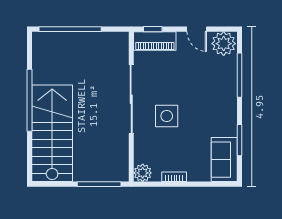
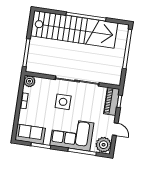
door: (197, 29) -> (115, 129), swing flipped
corner sofa: (215, 95) -> (72, 134), added
stairs: (52, 133) -> (74, 29), width x1.36

